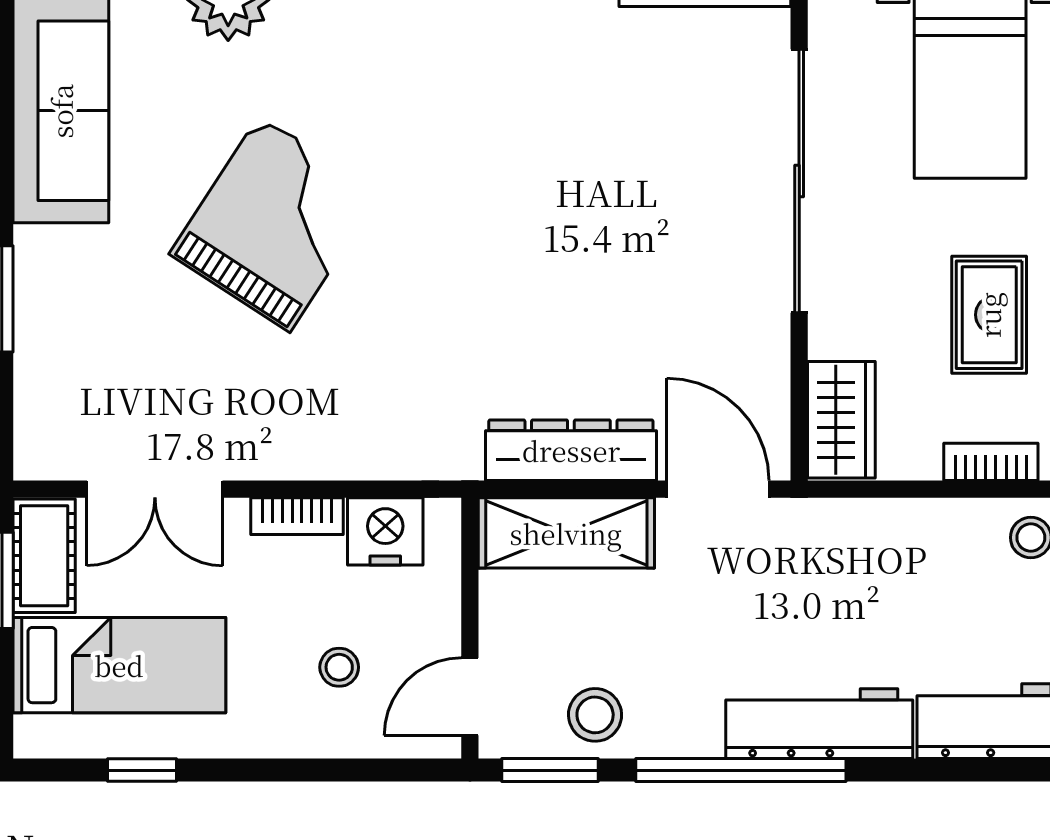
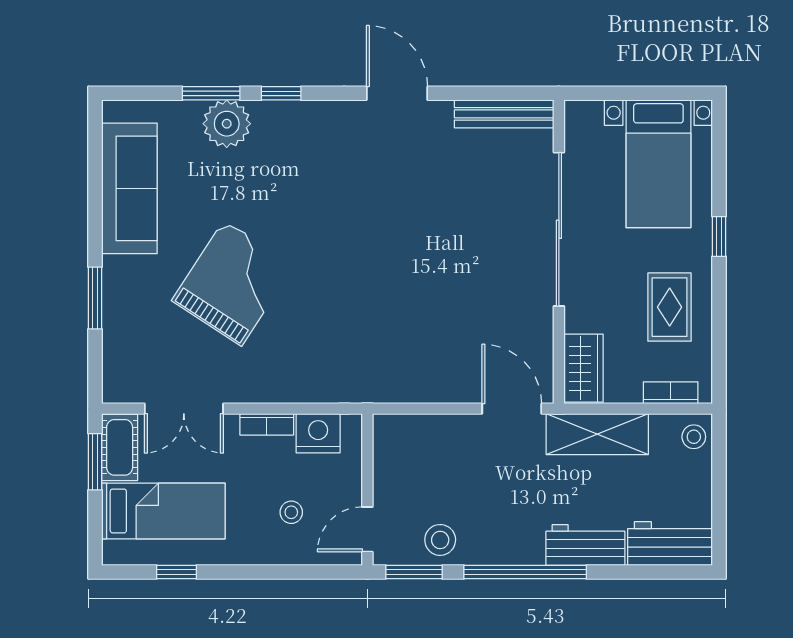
grand piano: (275, 224) -> (233, 283), moved
dresser: (571, 450) -> (426, 386), removed
shelving: (566, 533) -> (597, 434), moved
workbench: (819, 724) -> (585, 545), width x0.73

